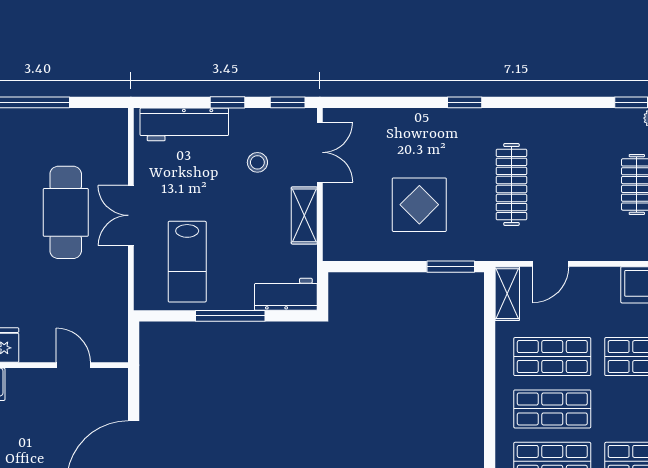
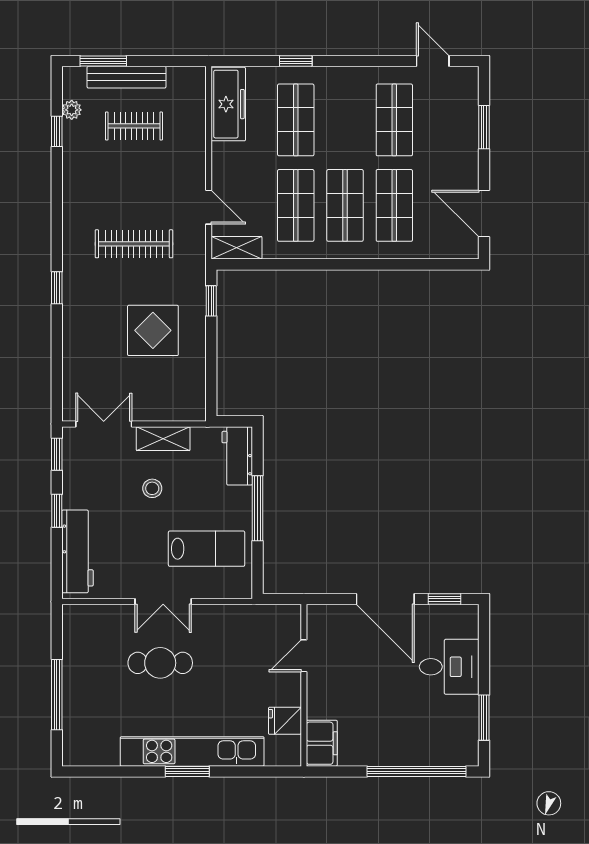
stool: (257, 162) -> (152, 488), moved
cafe table: (66, 212) -> (160, 663), width x0.73, depth x0.74
window: (451, 267) -> (211, 301), width x0.67

